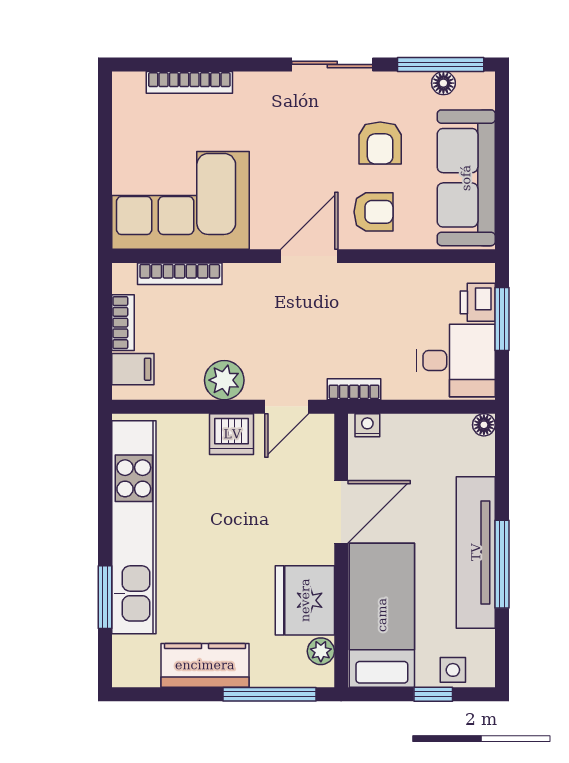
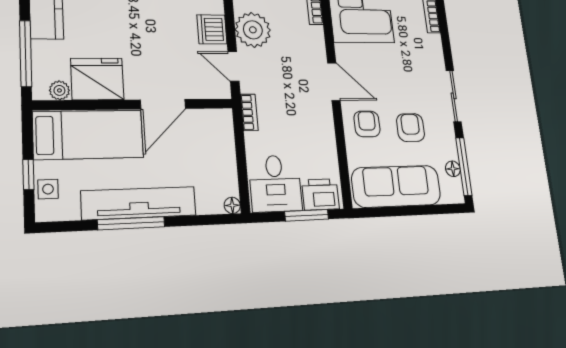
armchair: (380, 143) -> (411, 128), turned 90
armchair: (374, 212) -> (367, 124), turned 180
printer: (478, 302) -> (320, 194), width x1.36, depth x1.24
plant: (224, 380) -> (253, 30), width x1.36, depth x1.36
nightstand: (367, 425) -> (225, 122), removed
door: (341, 512) -> (163, 104), hinge flipped

